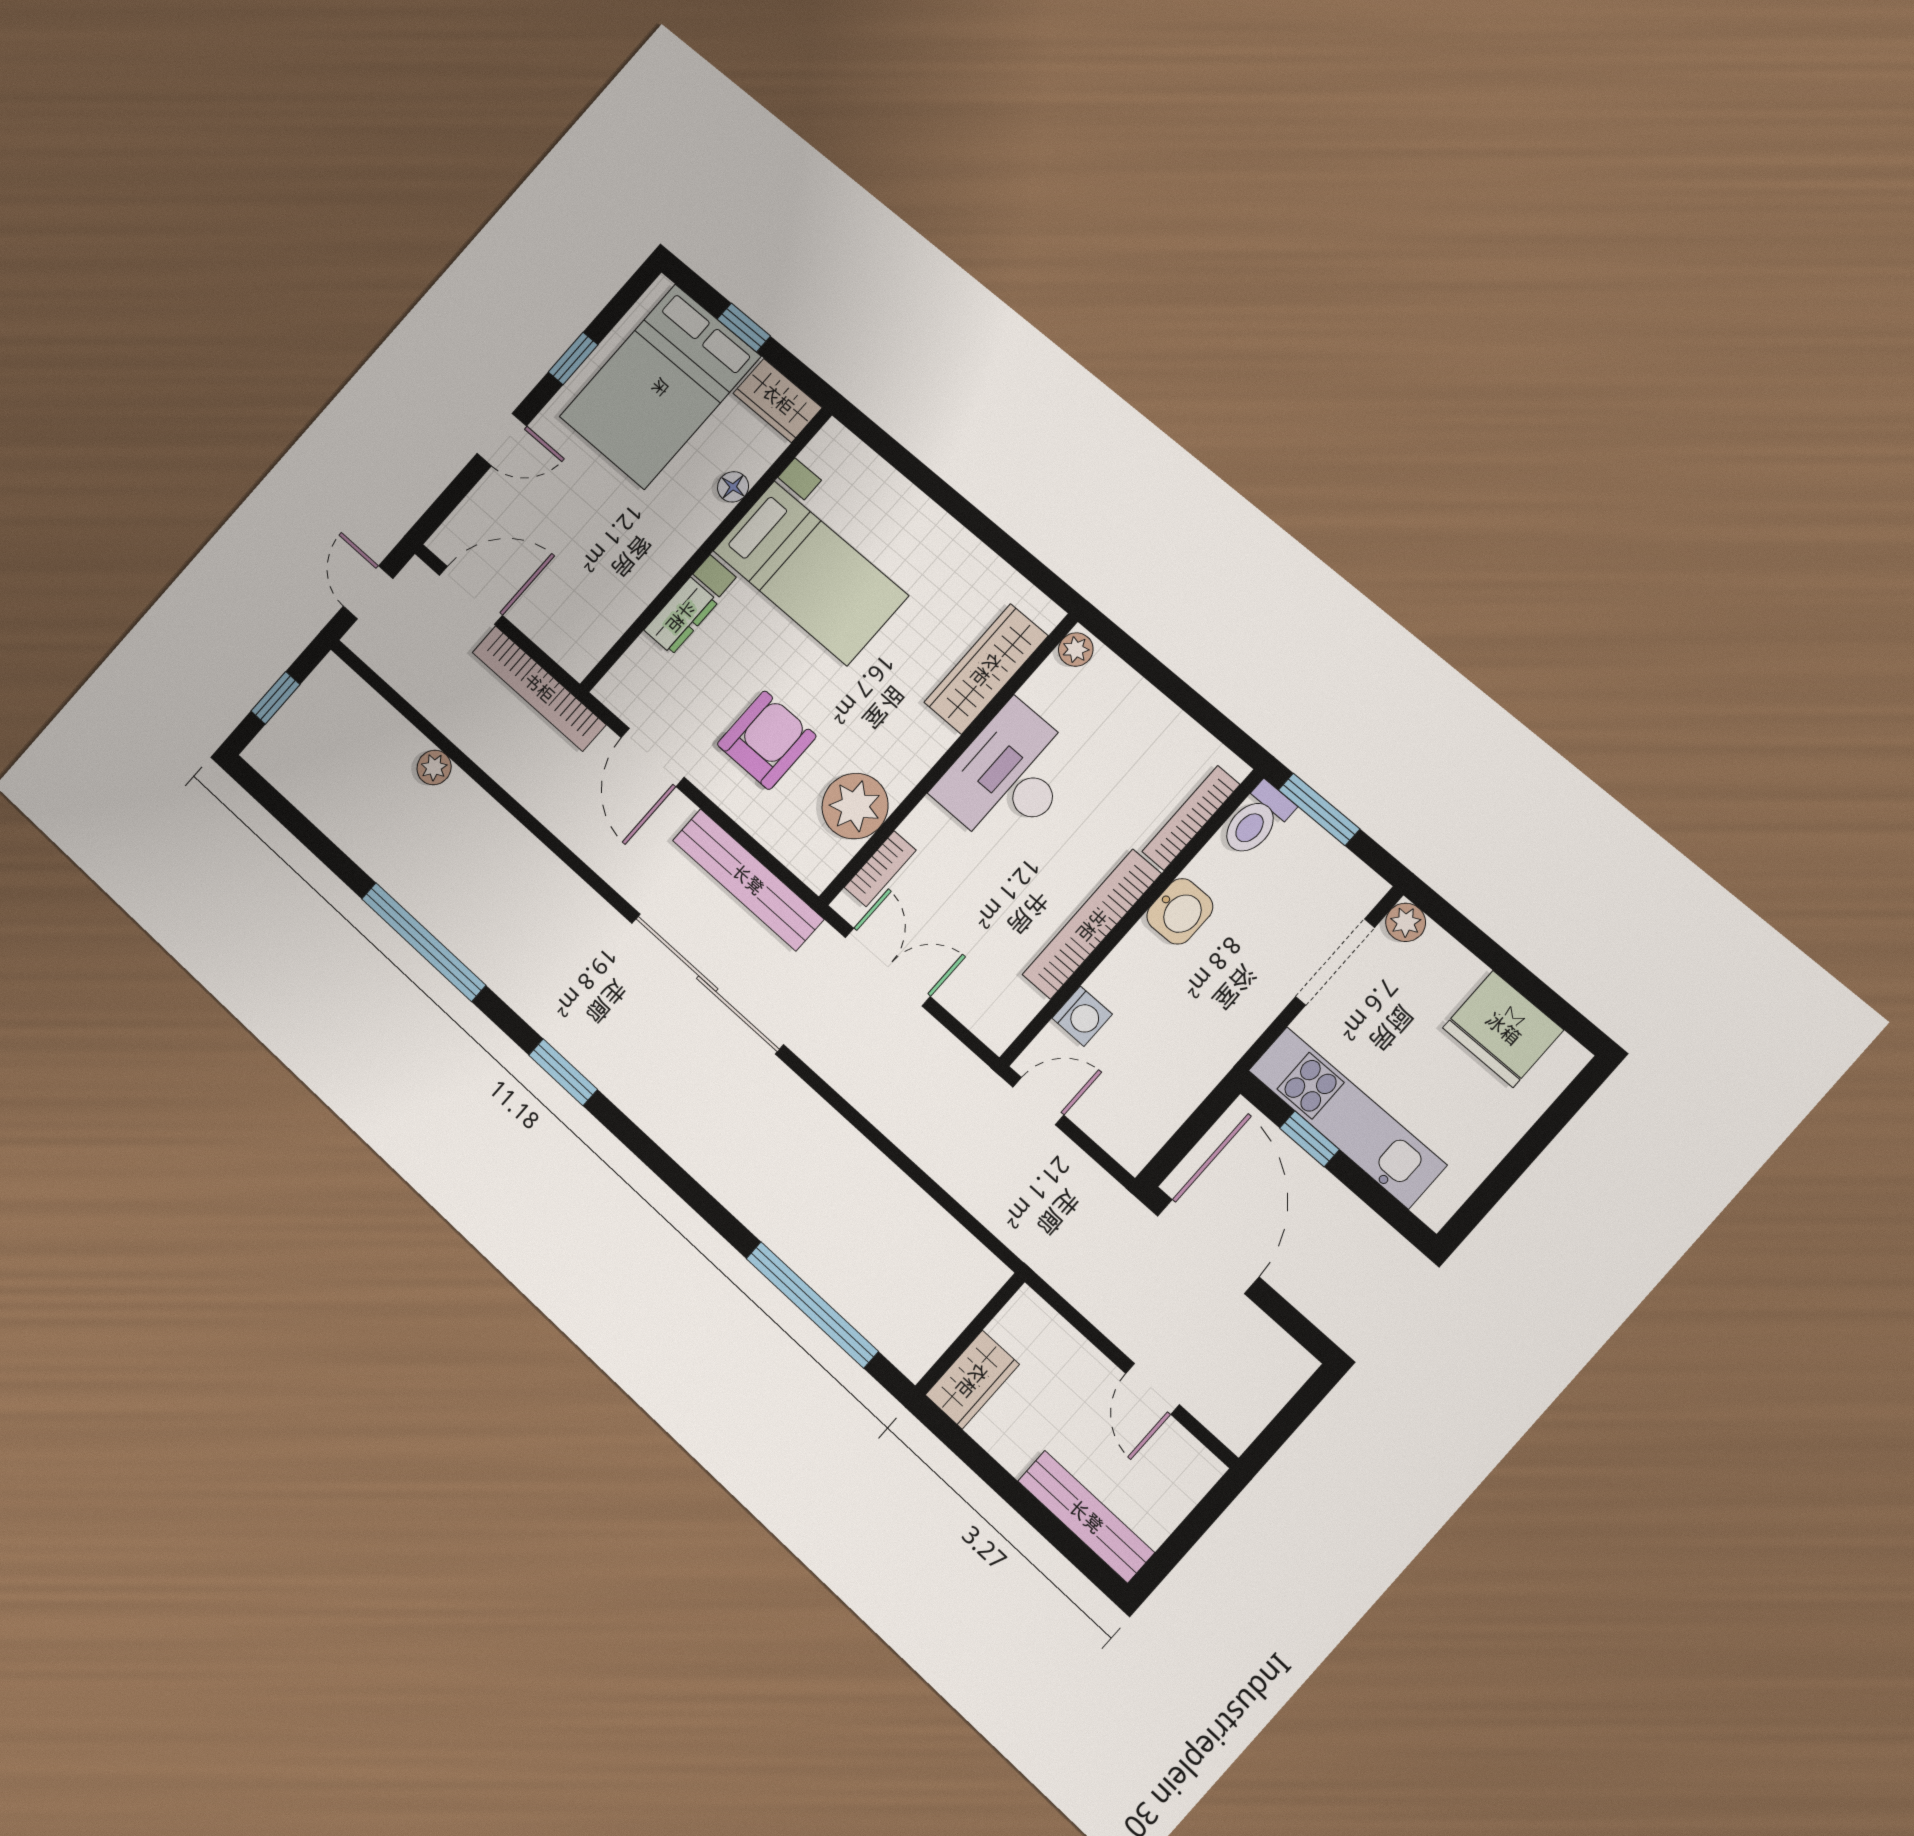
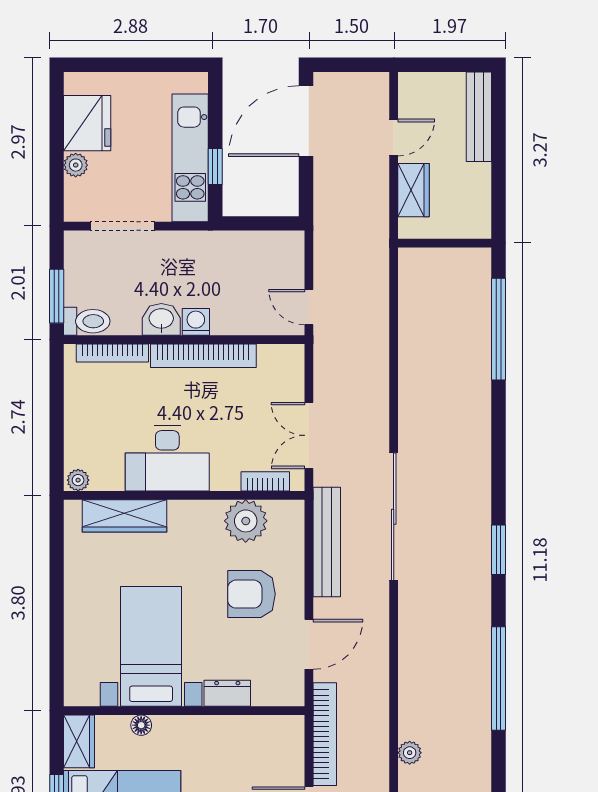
plant: (1406, 922) -> (76, 165), moved
washing machine: (1082, 1016) -> (196, 322), moved
door: (1208, 1246) -> (306, 121), moved
wardrobe: (972, 1380) -> (414, 190), moved, turned 90

